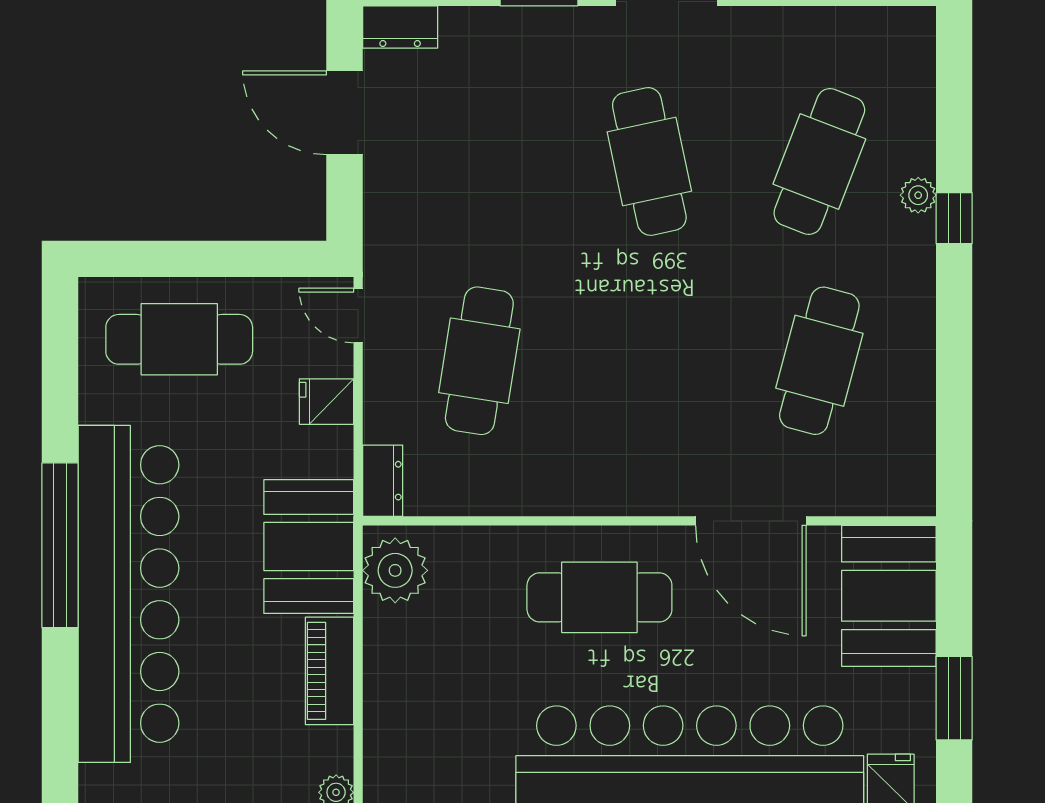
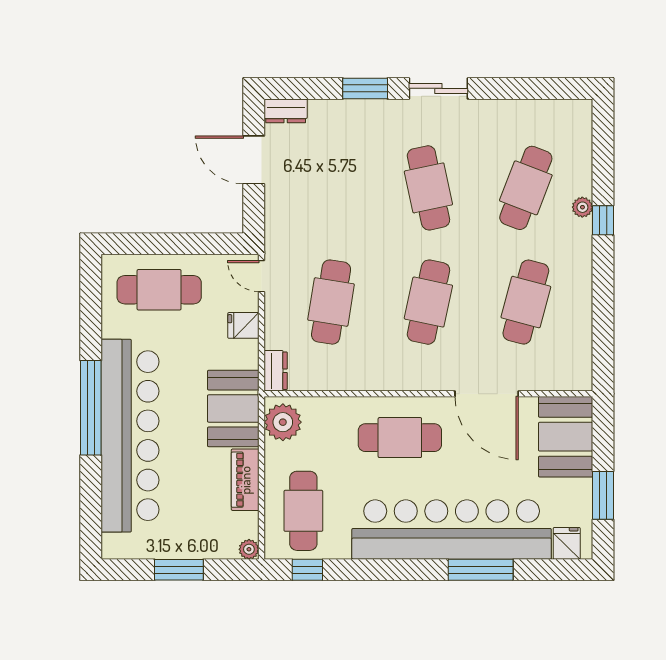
cafe table: (649, 361) -> (428, 302), added
cafe table: (431, 725) -> (303, 511), added

